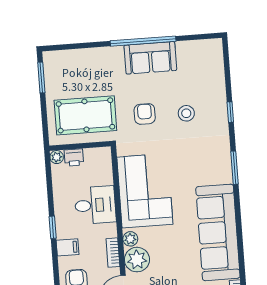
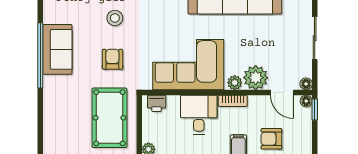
armchair: (145, 114) -> (112, 59), turned 90
printer: (74, 157) -> (157, 103), moved, turned 90
bookcase: (113, 253) -> (233, 101), moved

